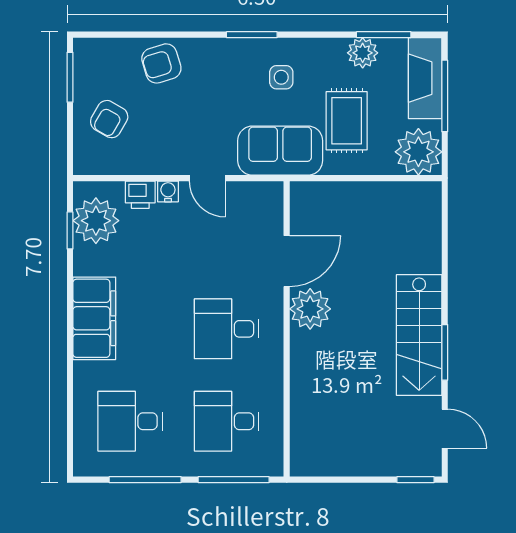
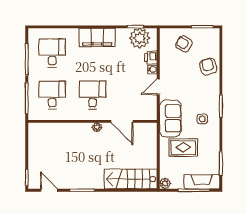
plant: (363, 53) -> (213, 154), removed
plant: (418, 152) -> (165, 184), width x0.53, depth x0.53
plant: (310, 309) -> (97, 127), width x0.53, depth x0.53
stairs: (419, 335) -> (131, 179), moved
door: (445, 429) -> (49, 190), swing flipped

